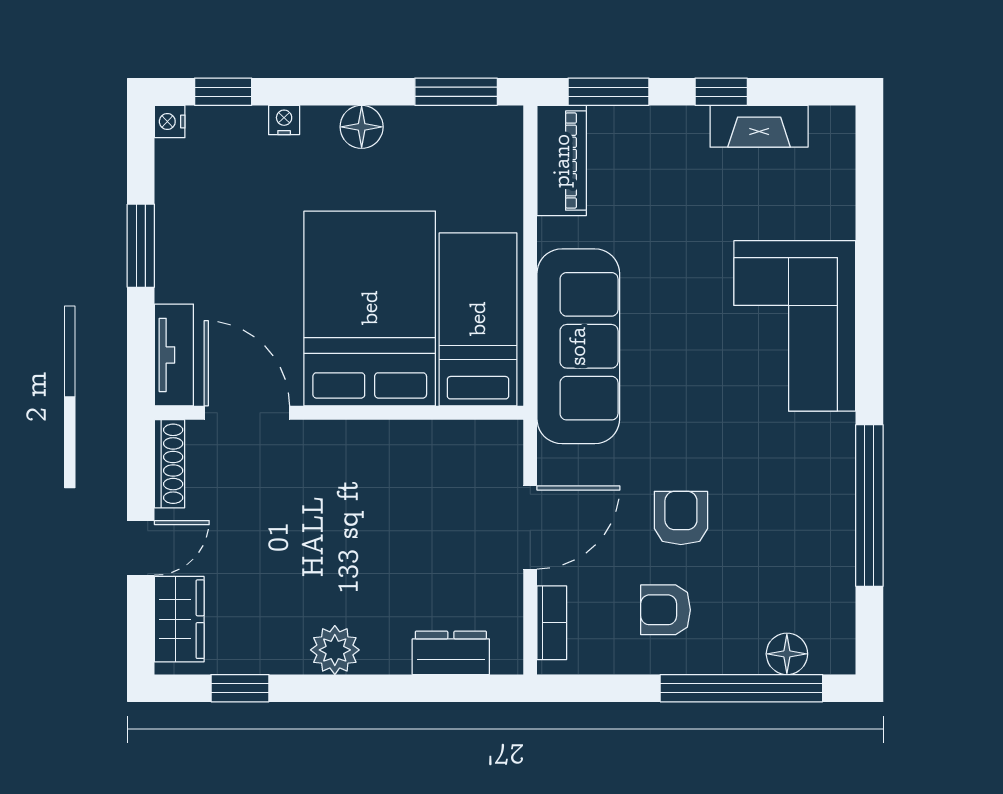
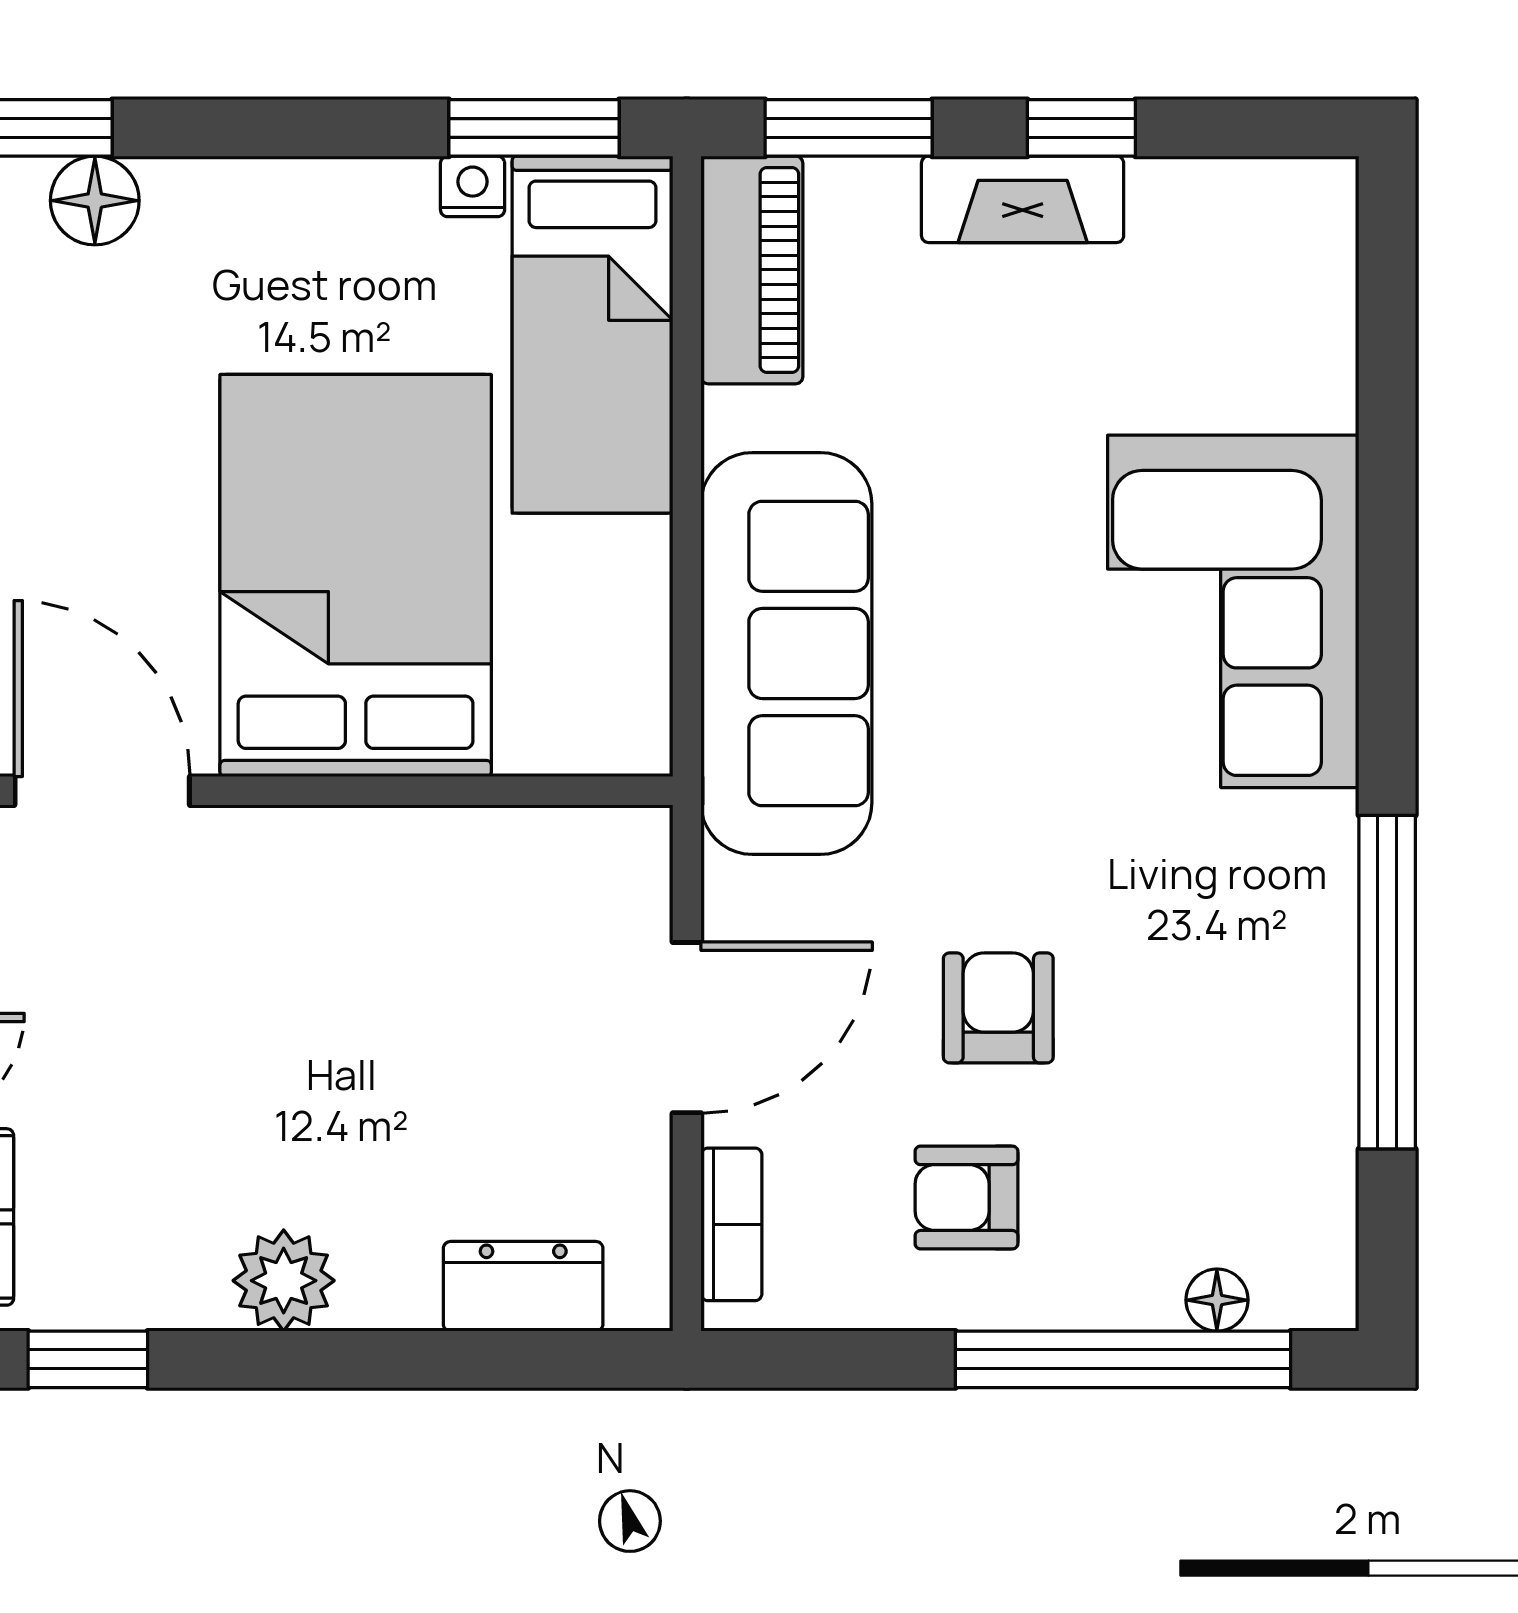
nightstand: (284, 120) -> (473, 186), moved
fireplace: (759, 126) -> (1023, 199), moved
floor lamp: (362, 127) -> (95, 201), moved
bed: (478, 319) -> (592, 335), moved, turned 180
floor lamp: (787, 654) -> (1217, 1300), width x0.73, depth x0.73

